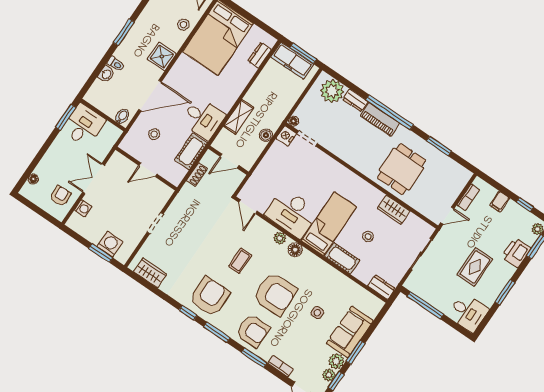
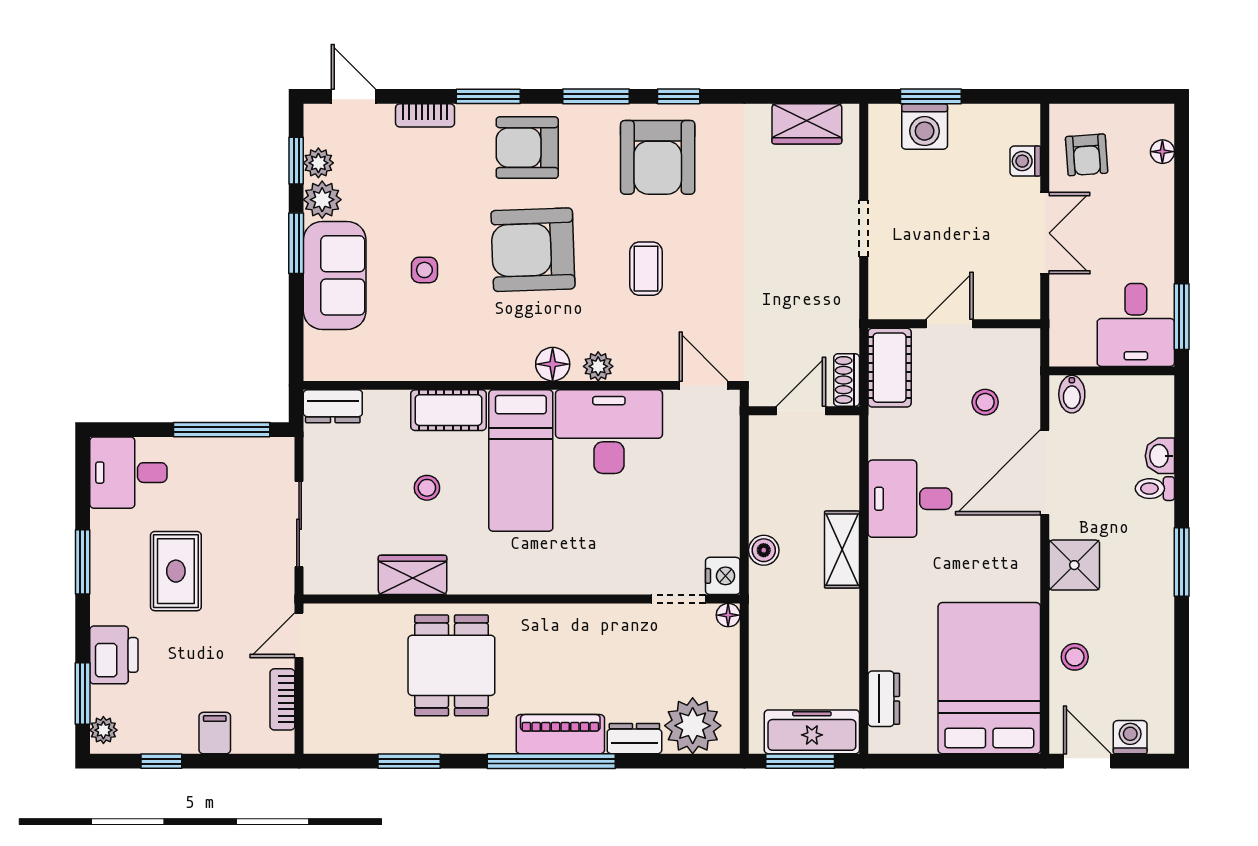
cot: (191, 151) -> (890, 368), moved
wall: (228, 160) -> (804, 411), moved
door: (229, 161) -> (801, 411), moved

